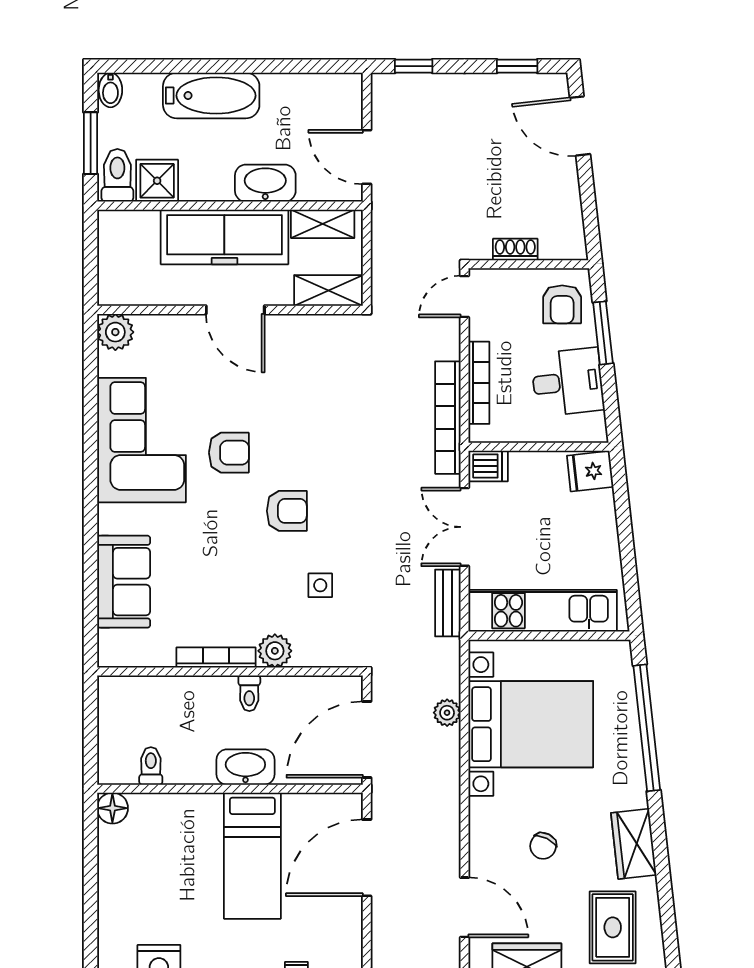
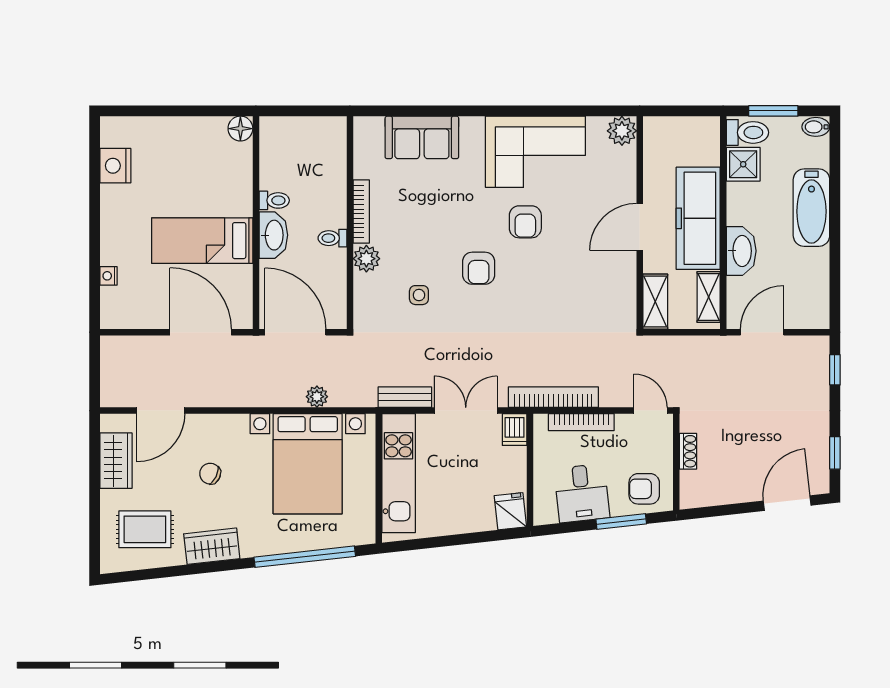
toilet: (151, 766) -> (274, 200), moved

